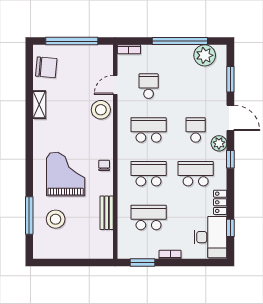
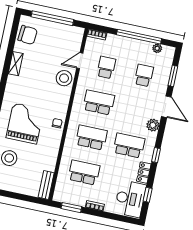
plant: (205, 55) -> (157, 48), width x0.53, depth x0.53
school desk: (196, 130) -> (144, 75), moved
window: (230, 159) -> (156, 155), moved
bench: (107, 213) -> (46, 185), moved

